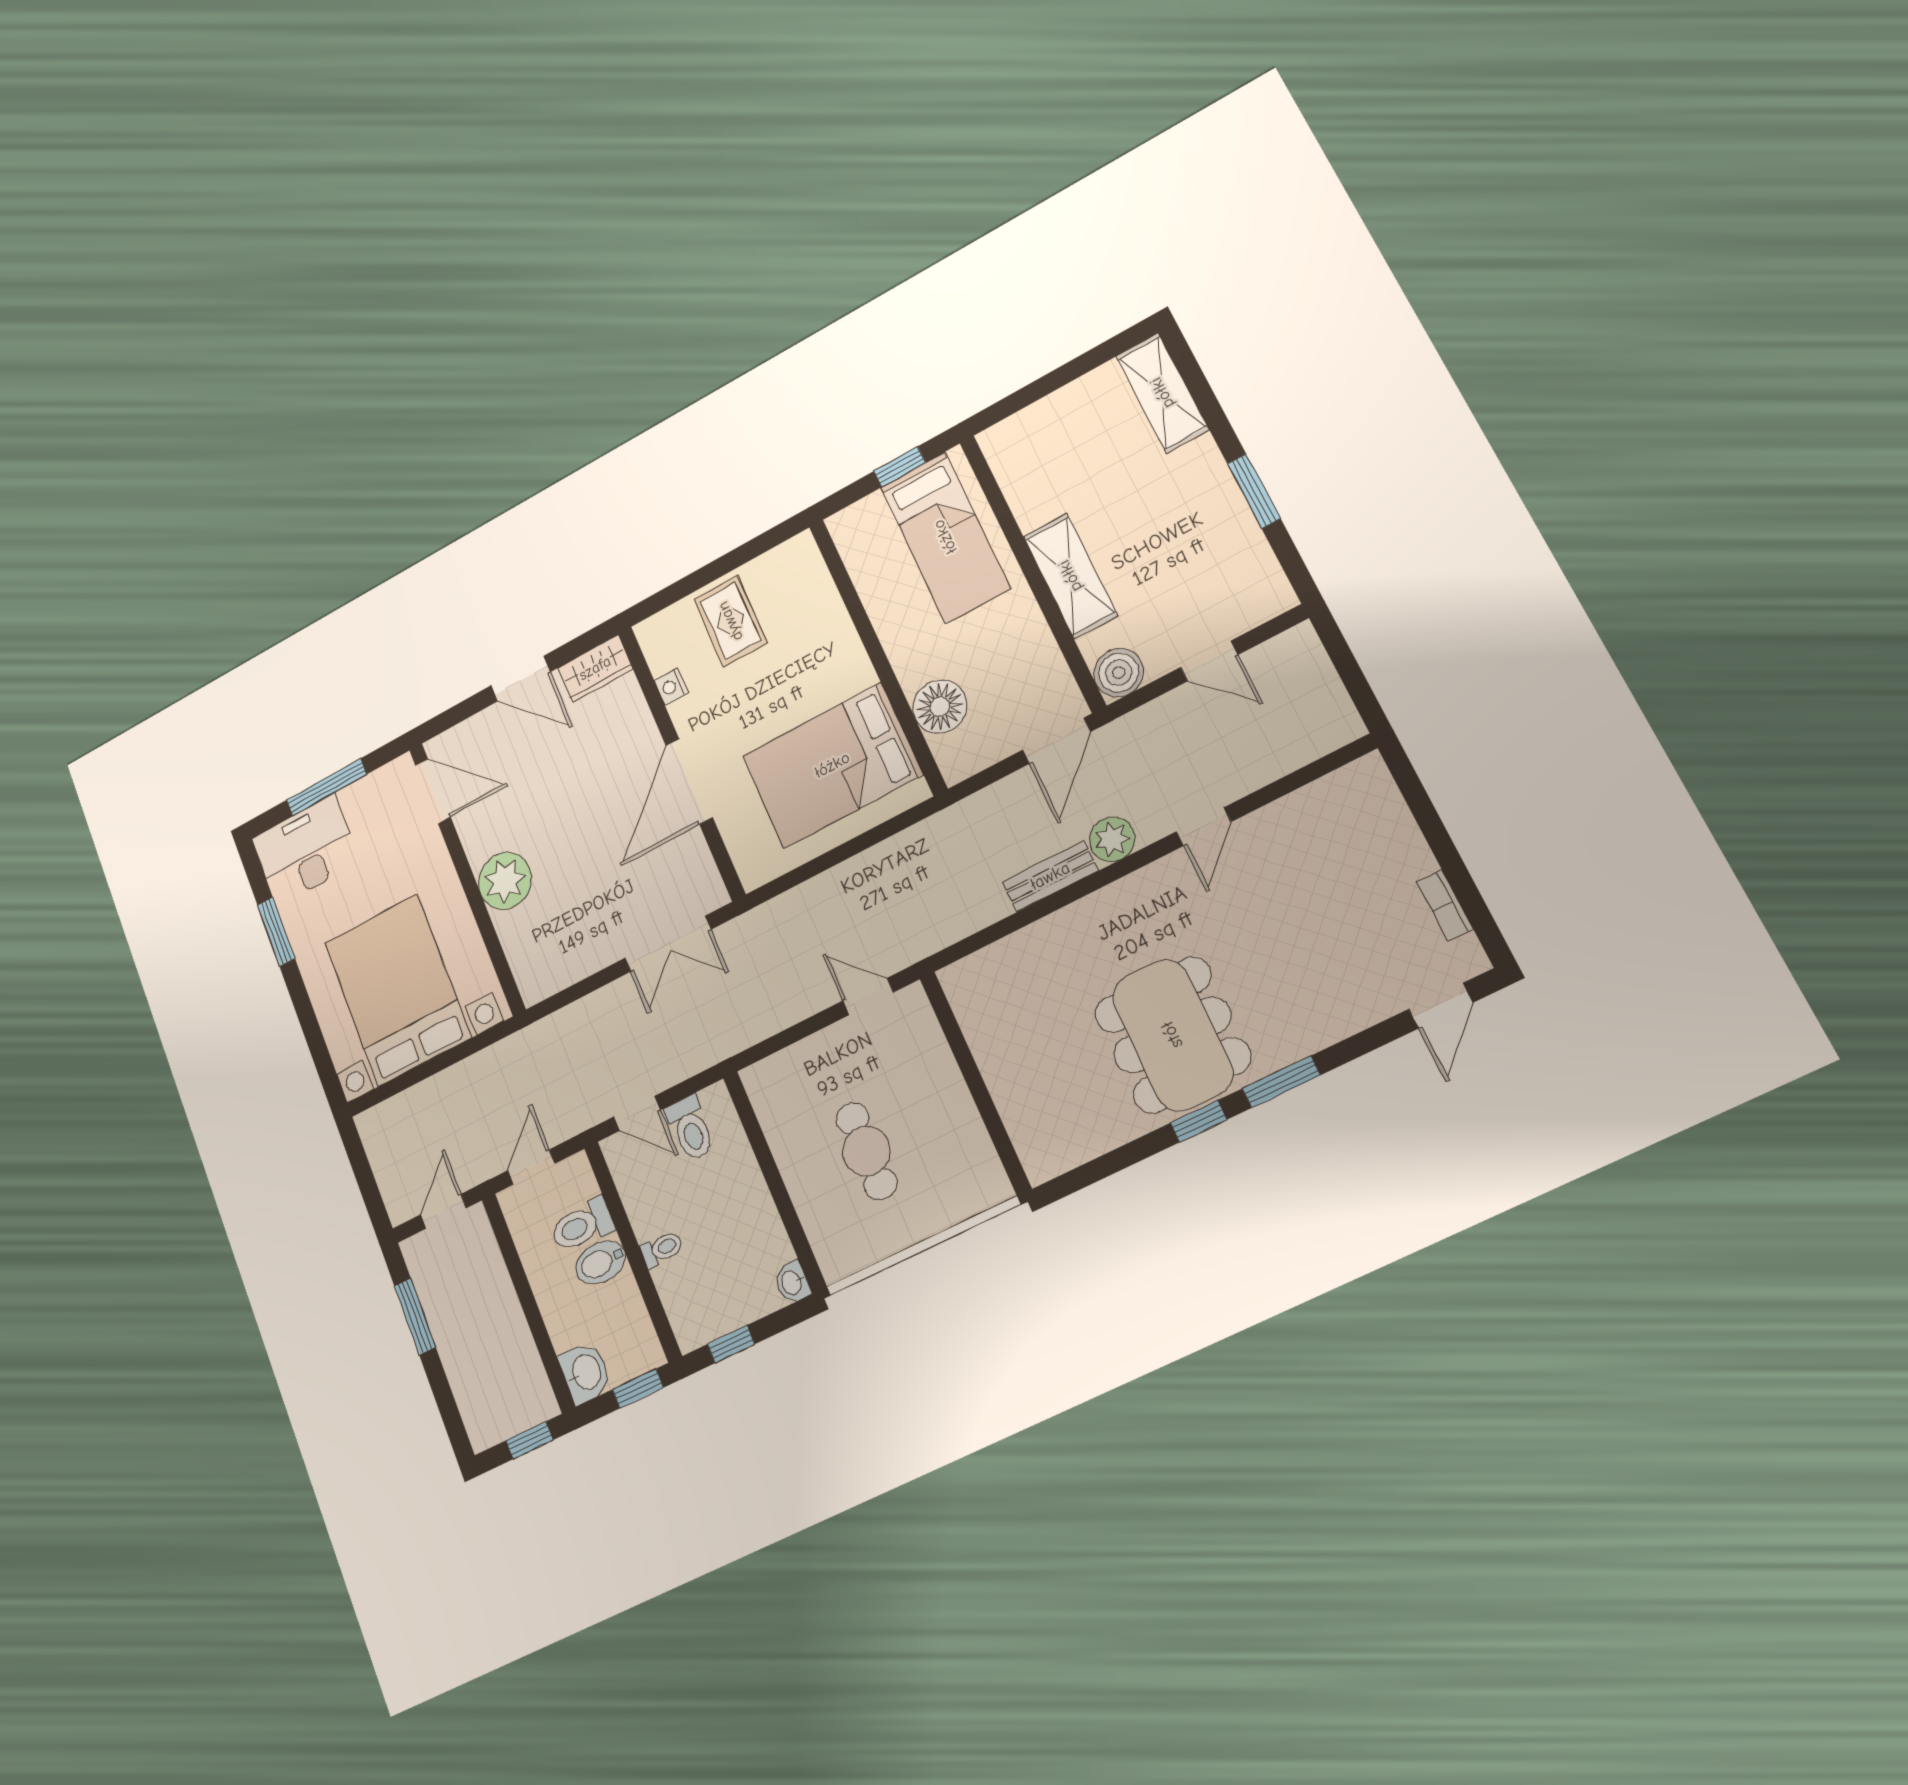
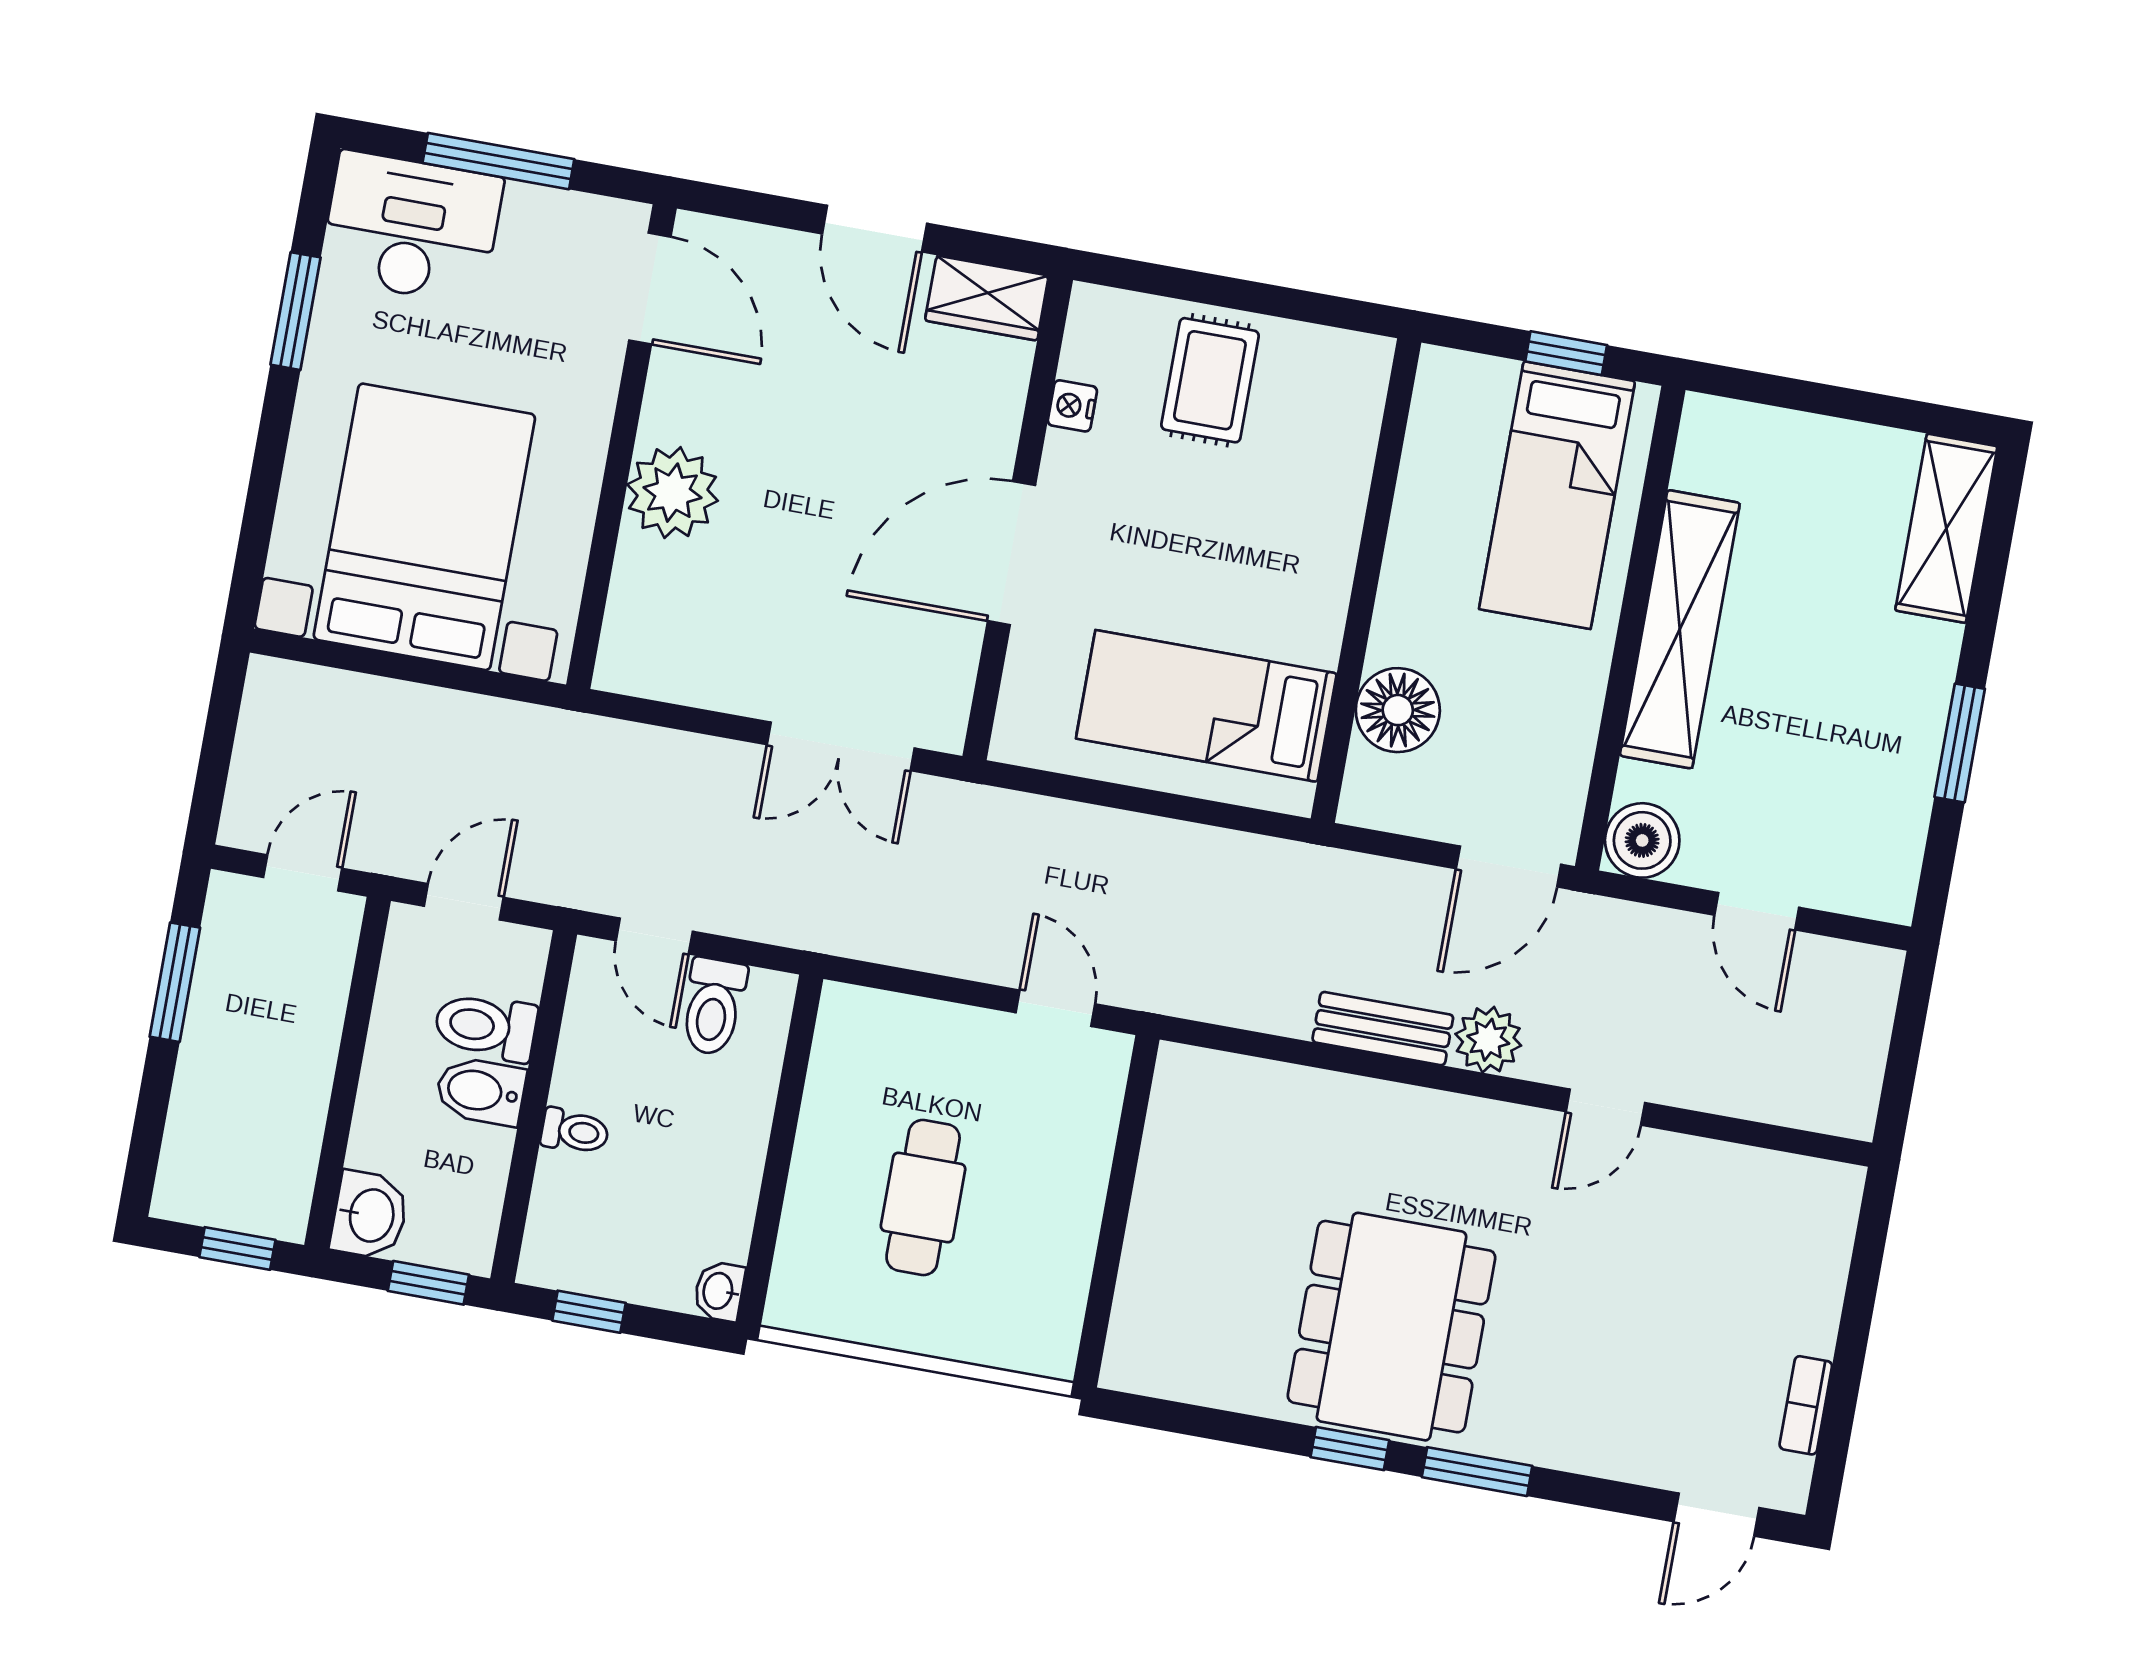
shelving: (1070, 576) -> (1680, 629), width x1.47
bed: (832, 765) -> (1206, 706), width x0.67

